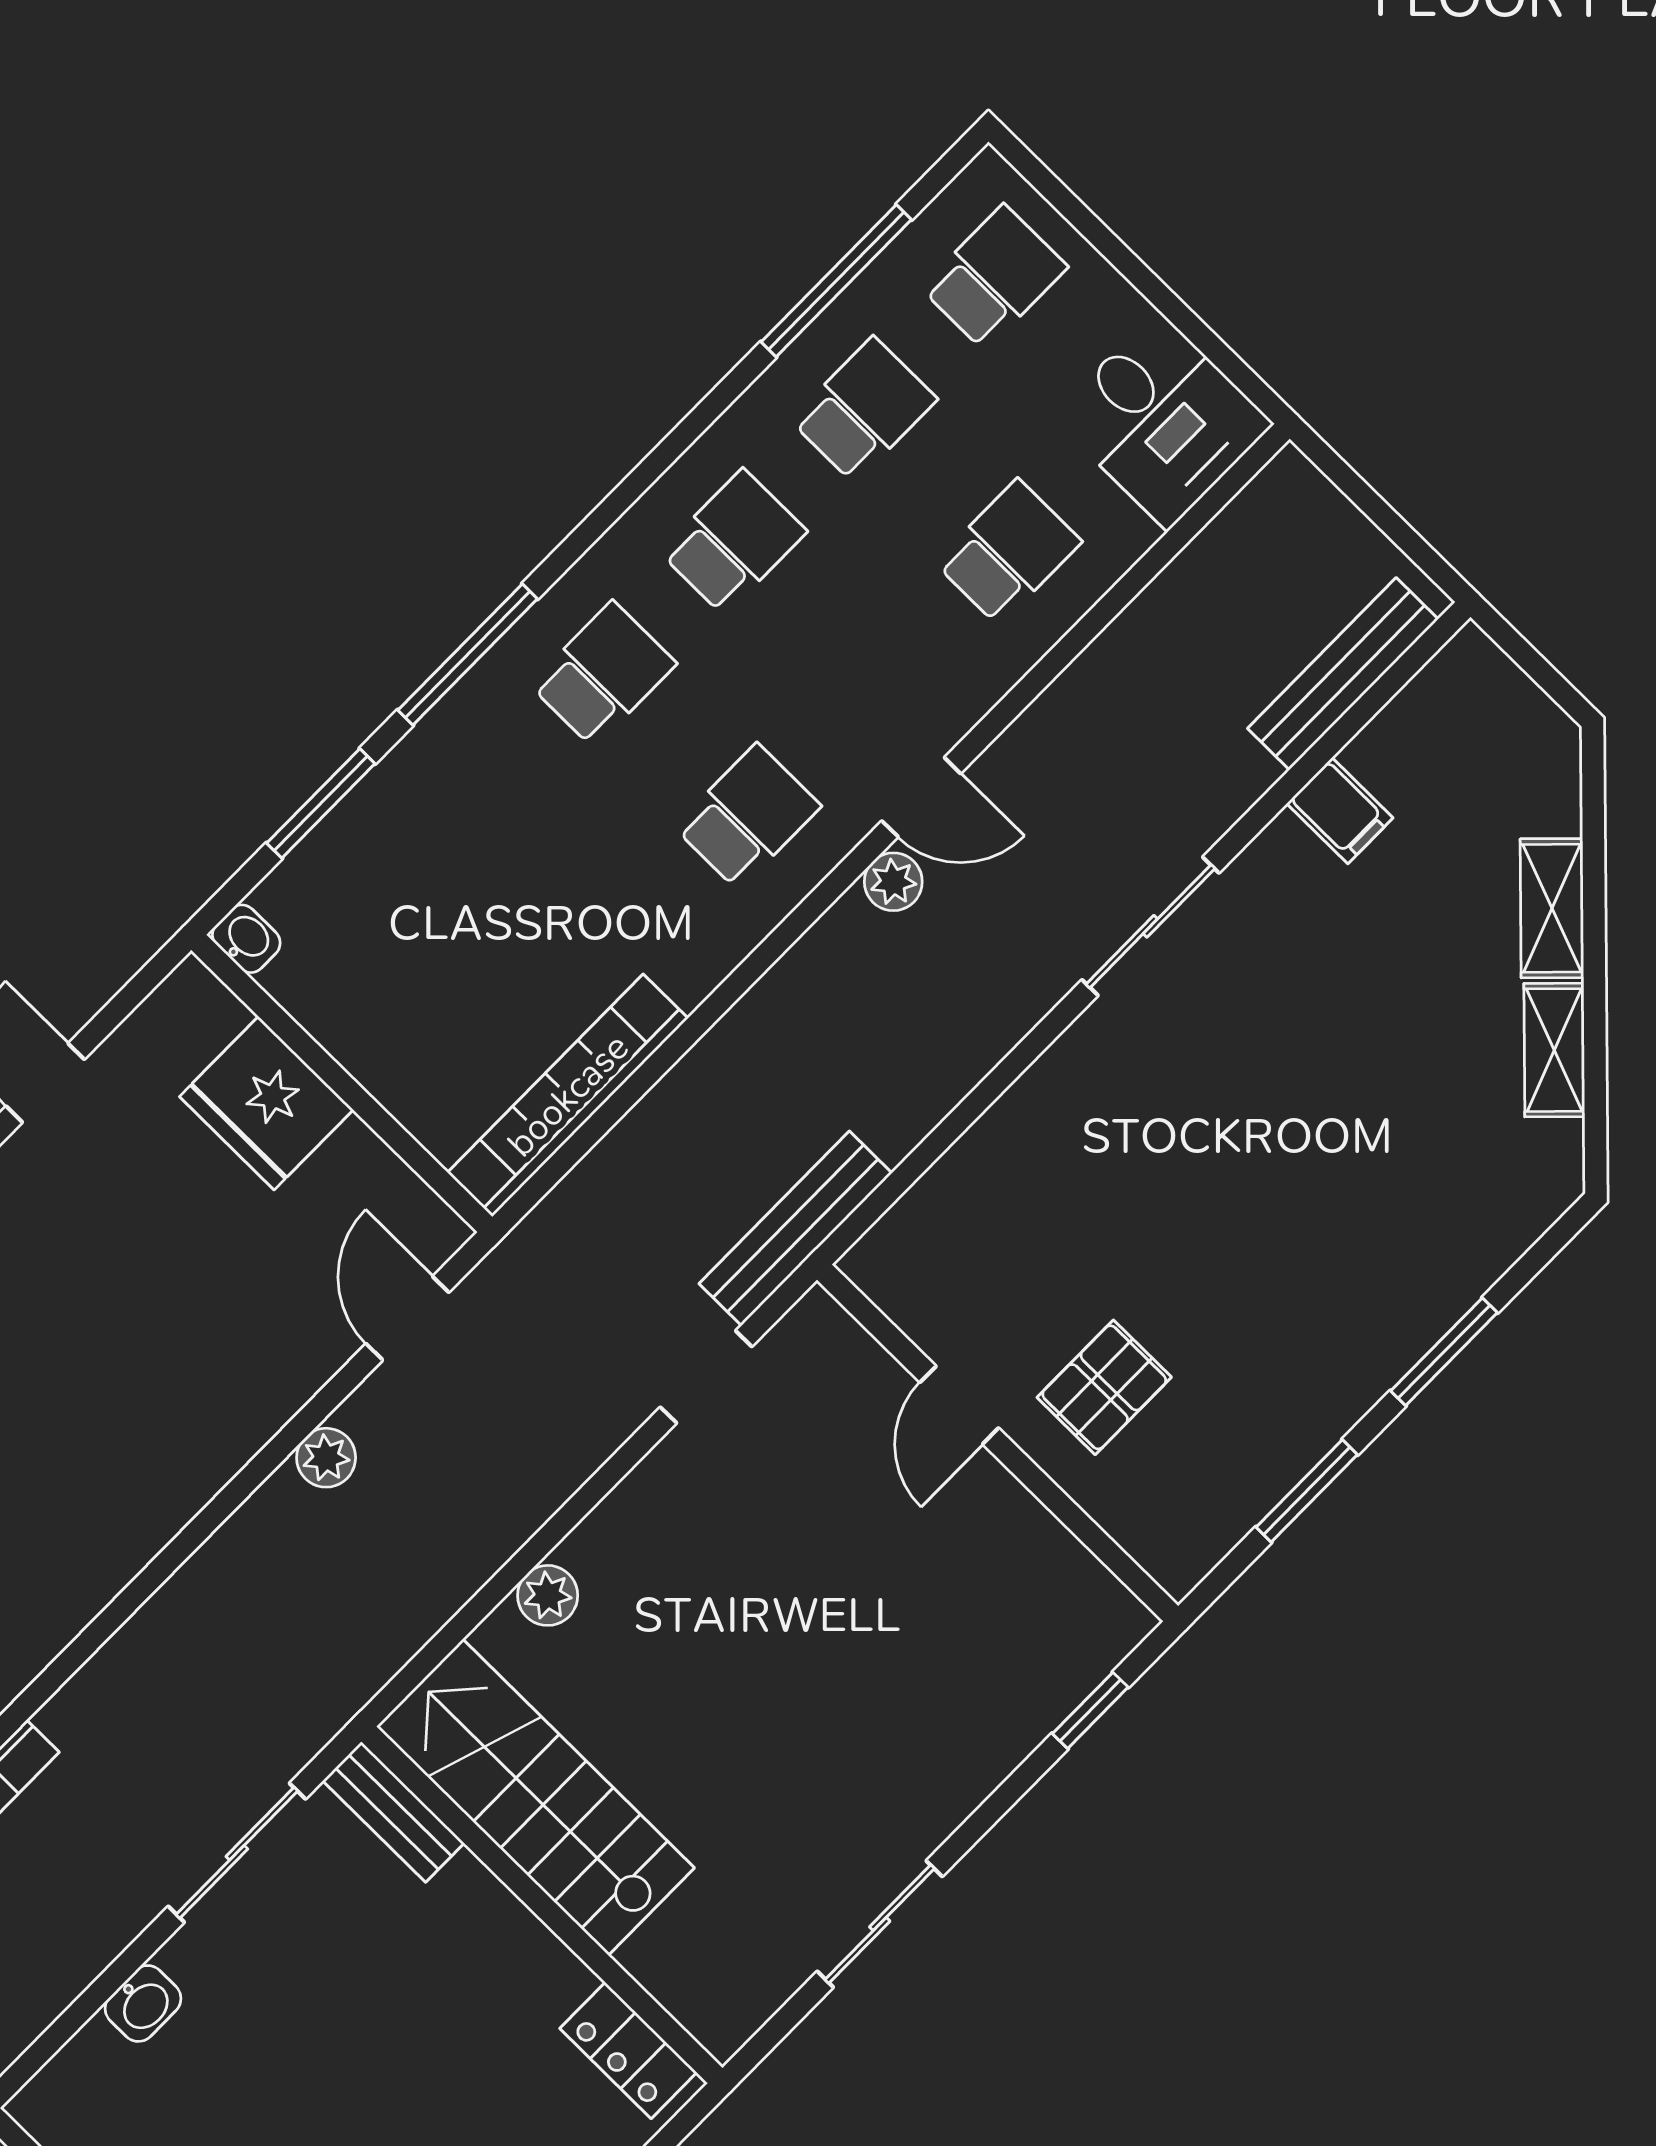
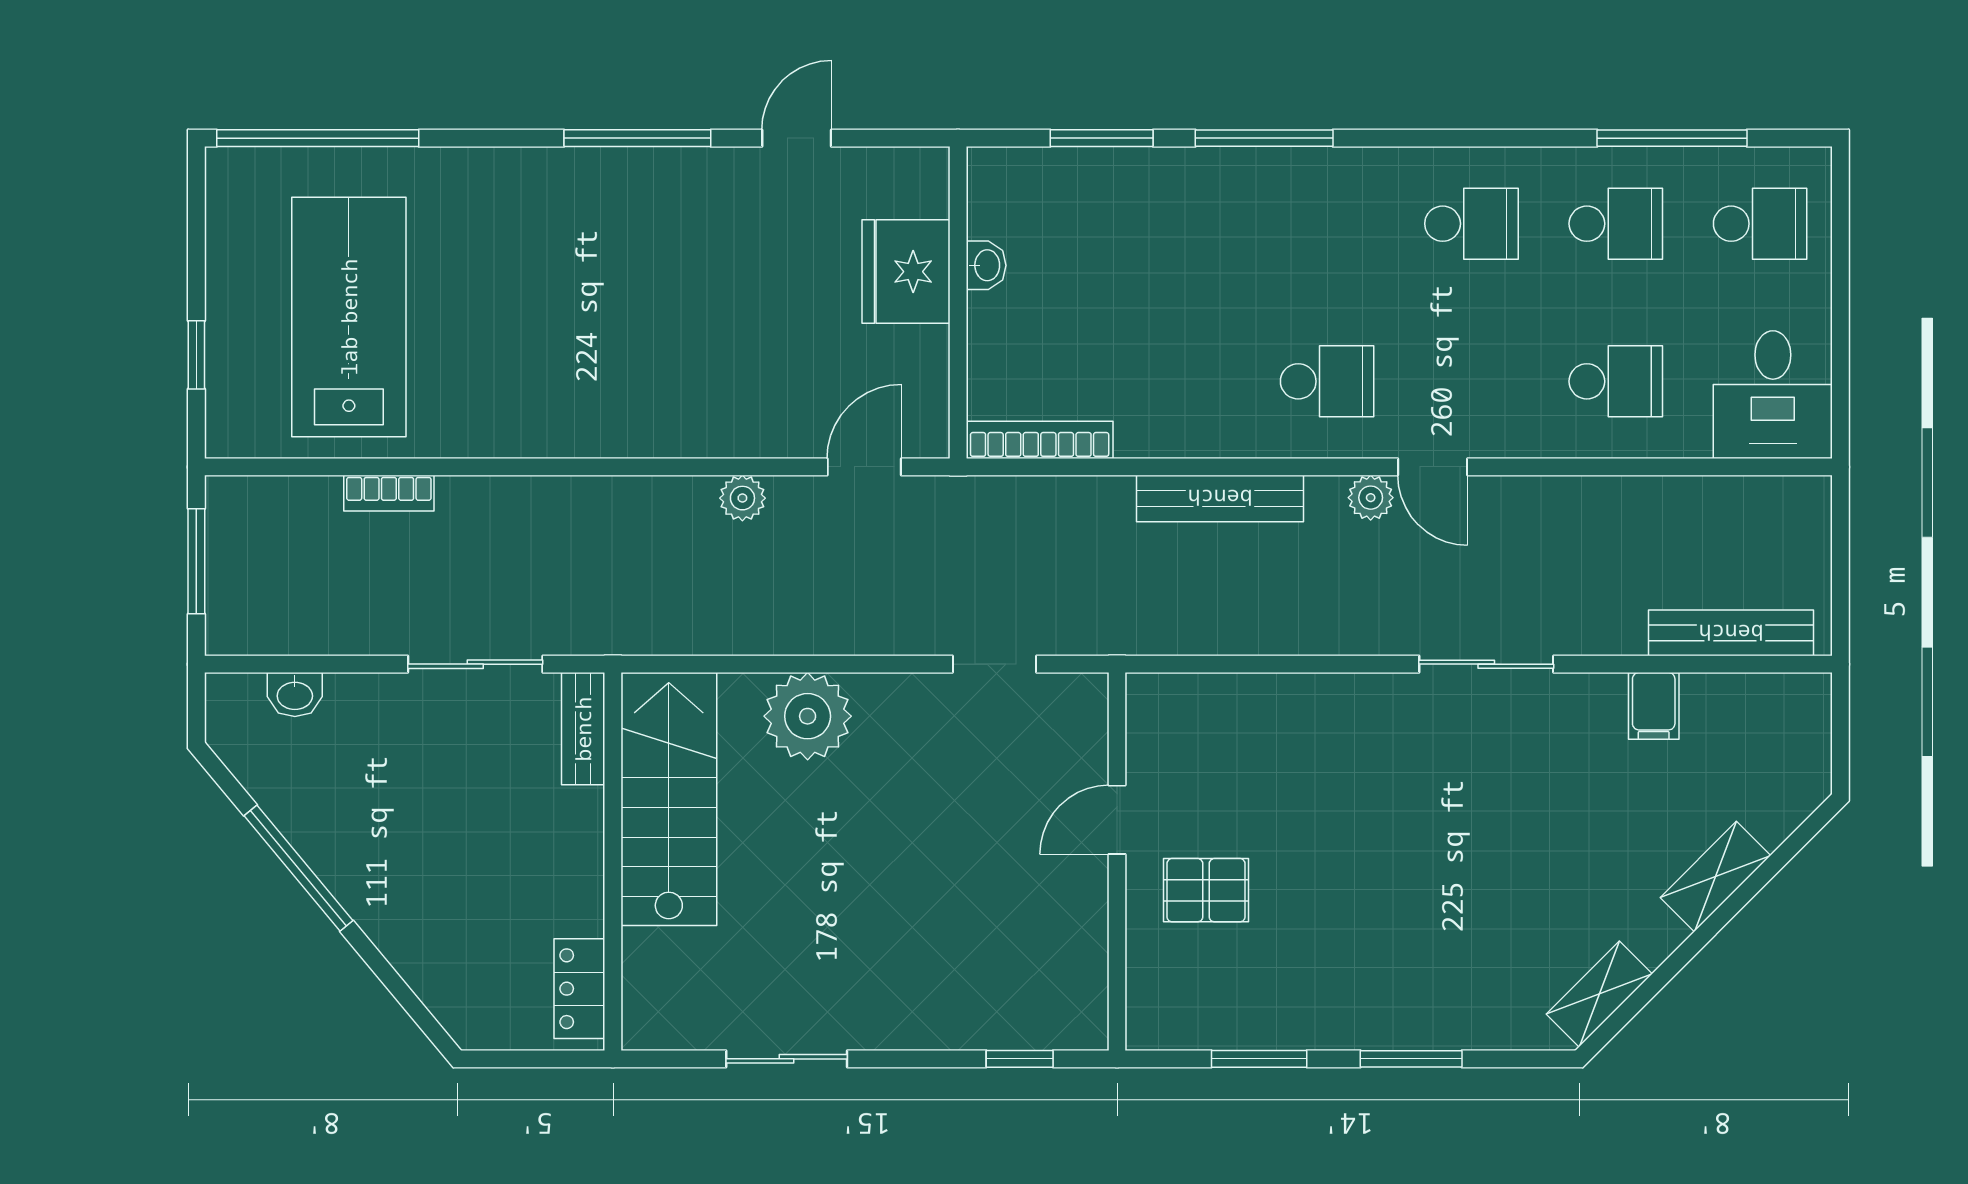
school desk: (603, 674) -> (1327, 224), removed
washbasin: (246, 939) -> (986, 265), moved
shelving: (1554, 1050) -> (1599, 994), moved
bookcase: (568, 1095) -> (1040, 440), width x0.68, depth x0.76
bench: (796, 1228) -> (1220, 498), moved
plant: (548, 1595) -> (808, 716), width x1.87, depth x1.87
washbasin: (143, 2003) -> (295, 695), moved

